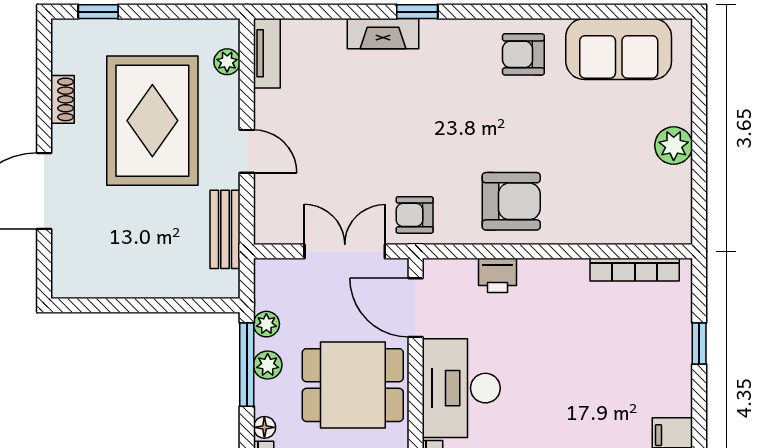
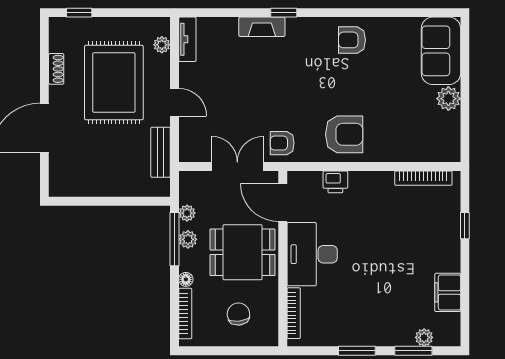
sofa: (619, 49) -> (441, 51), moved, turned 90

